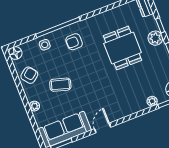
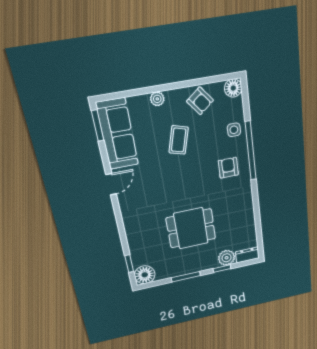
plant: (155, 38) -> (227, 258), moved
dining table: (123, 48) -> (191, 228), moved
plant: (152, 101) -> (135, 249), removed
door: (103, 128) -> (111, 184), hinge flipped

